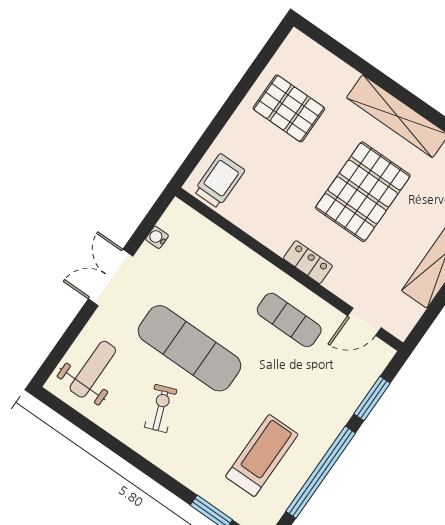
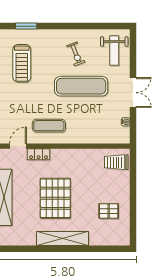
pallet: (289, 108) -> (109, 211), width x0.67, depth x0.71
trolley: (219, 181) -> (116, 162), turned 90
locker: (308, 262) -> (39, 154), moved

